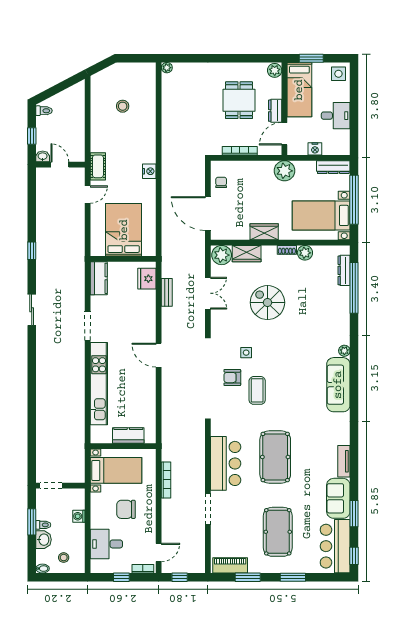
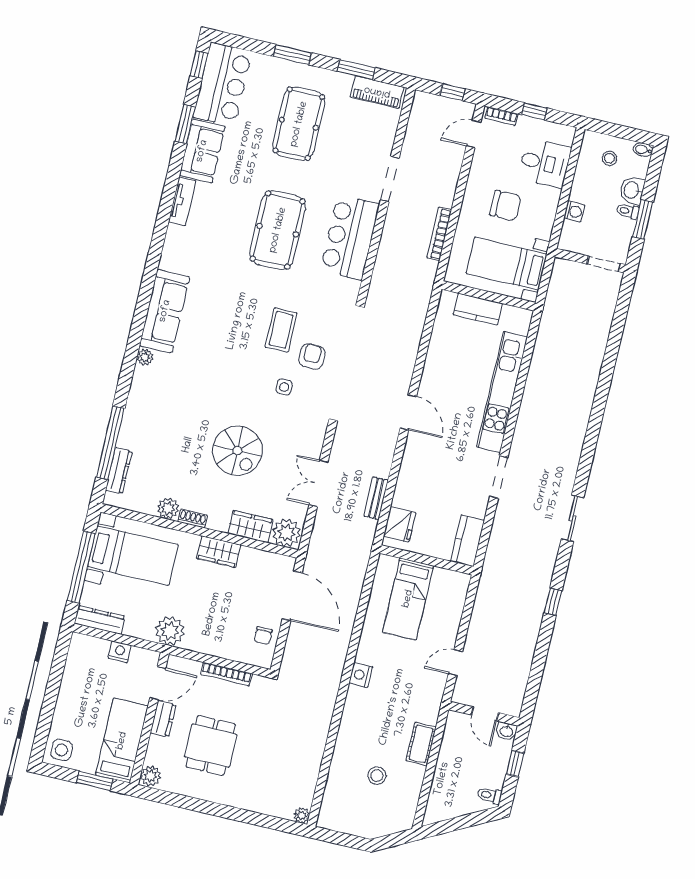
desk: (336, 116) -> (79, 692), removed
cot: (98, 166) -> (421, 744), moved
bed: (124, 230) -> (408, 599), width x0.67
armchair: (232, 378) -> (312, 356), turned -90

